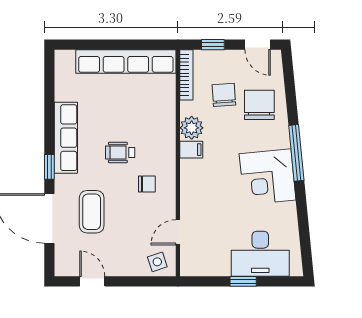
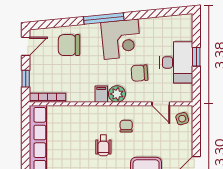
chair: (224, 95) -> (140, 73), moved
plant: (192, 128) -> (117, 94), moved
desk: (260, 254) -> (176, 62), moved

